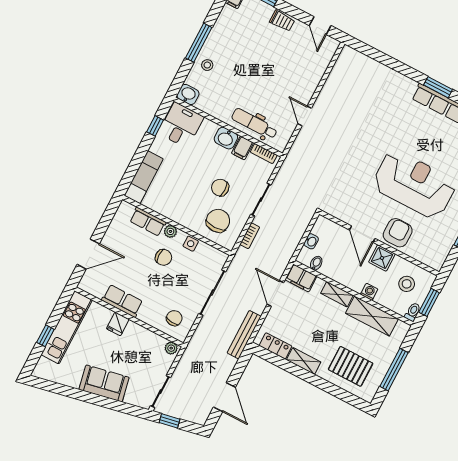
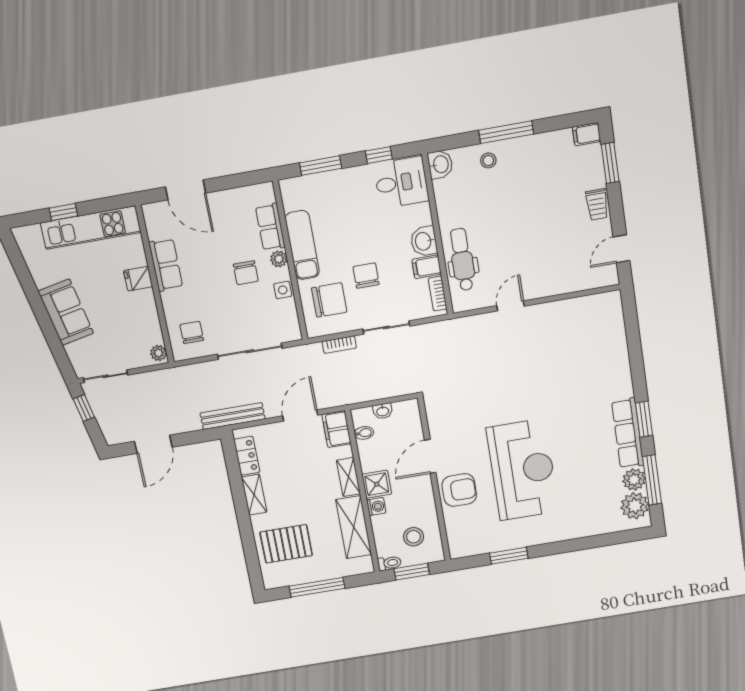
window: (135, 164) -> (321, 166), added
exam couch: (144, 177) -> (302, 245), moved, turned -90
shower: (382, 258) -> (377, 484), moved
chair: (174, 318) -> (192, 332), turned -95
pallet: (351, 366) -> (286, 544), turned 90

